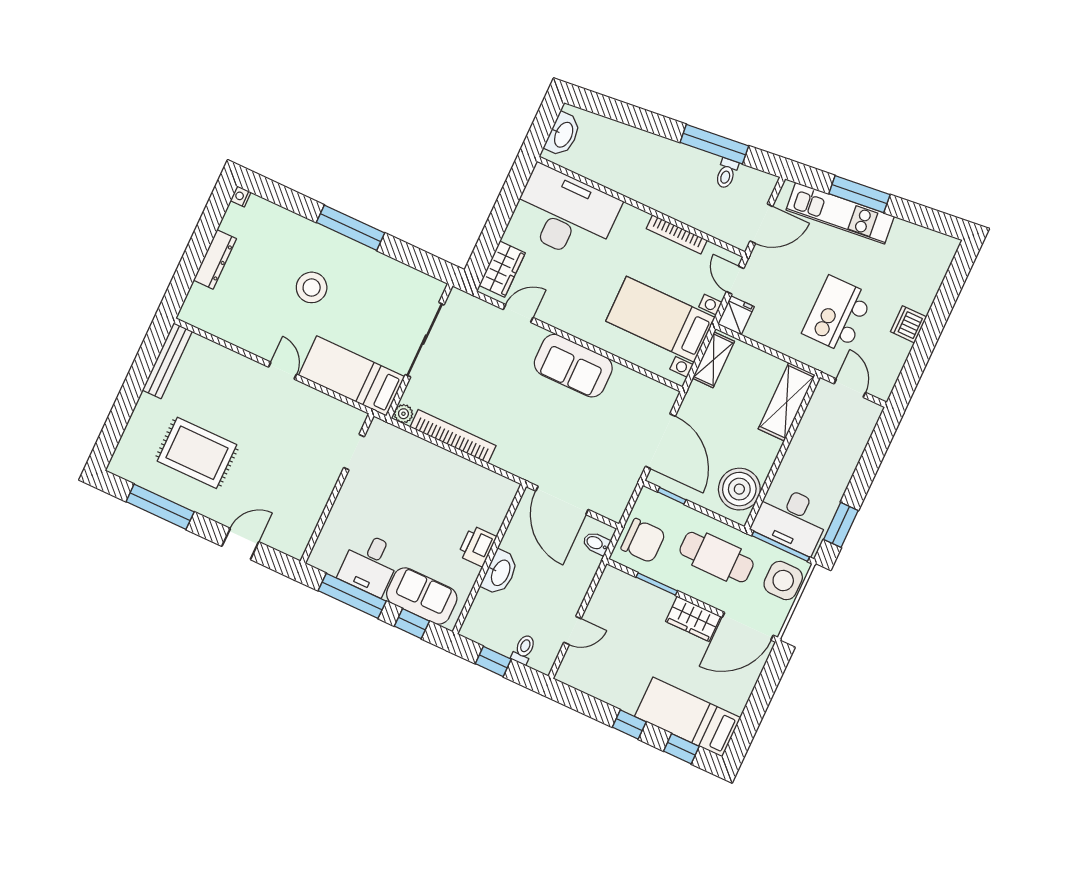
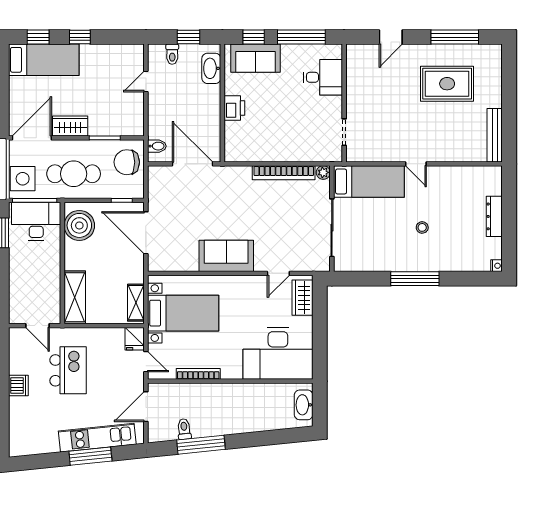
stool: (312, 287) -> (422, 227), width x0.53, depth x0.53
desk: (370, 564) -> (323, 77), moved, turned 90
washbasin: (500, 572) -> (211, 68), moved

